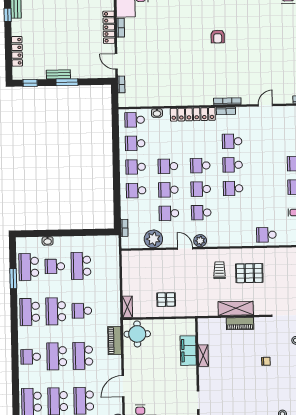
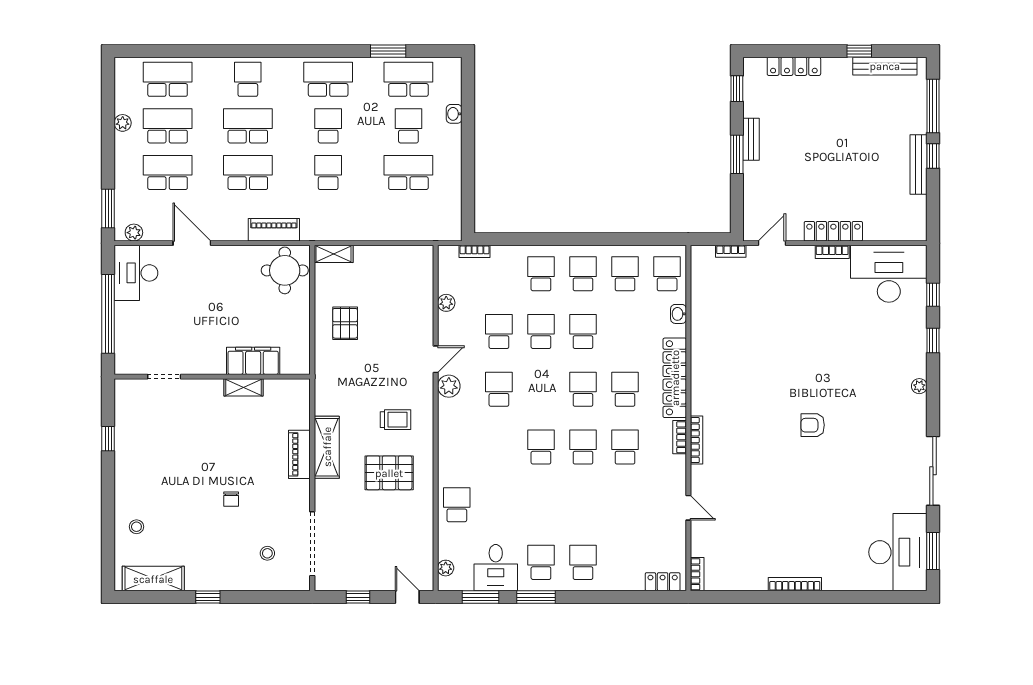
school desk: (201, 189) -> (625, 389), moved
plant: (153, 239) -> (446, 303), width x0.53, depth x0.53
pallet: (249, 273) -> (389, 473), turned 90
school desk: (56, 311) -> (328, 126), width x0.54

